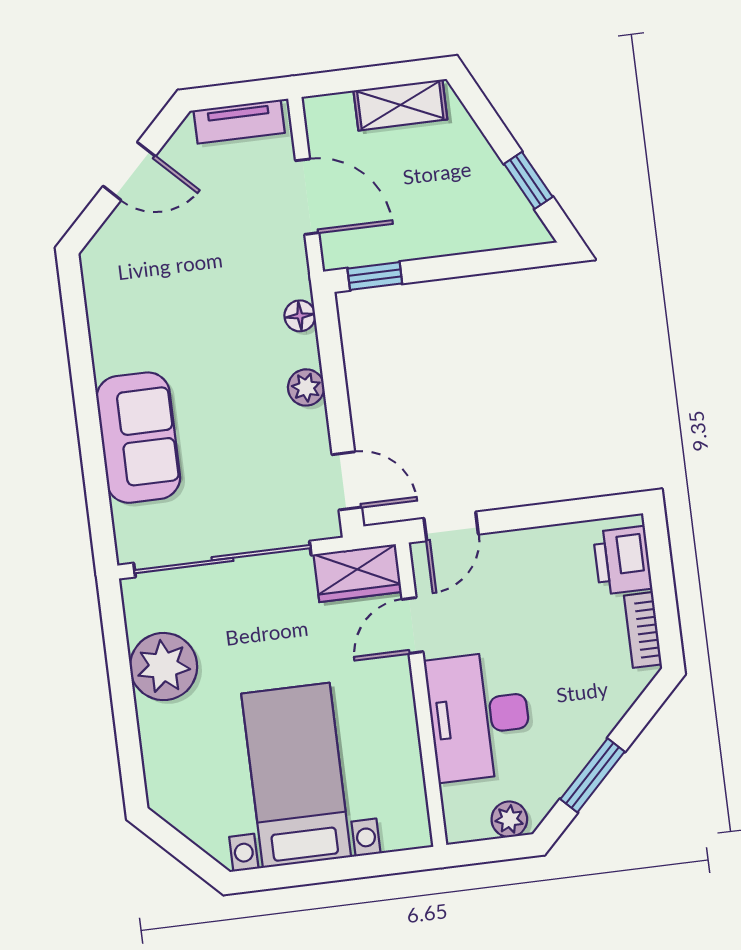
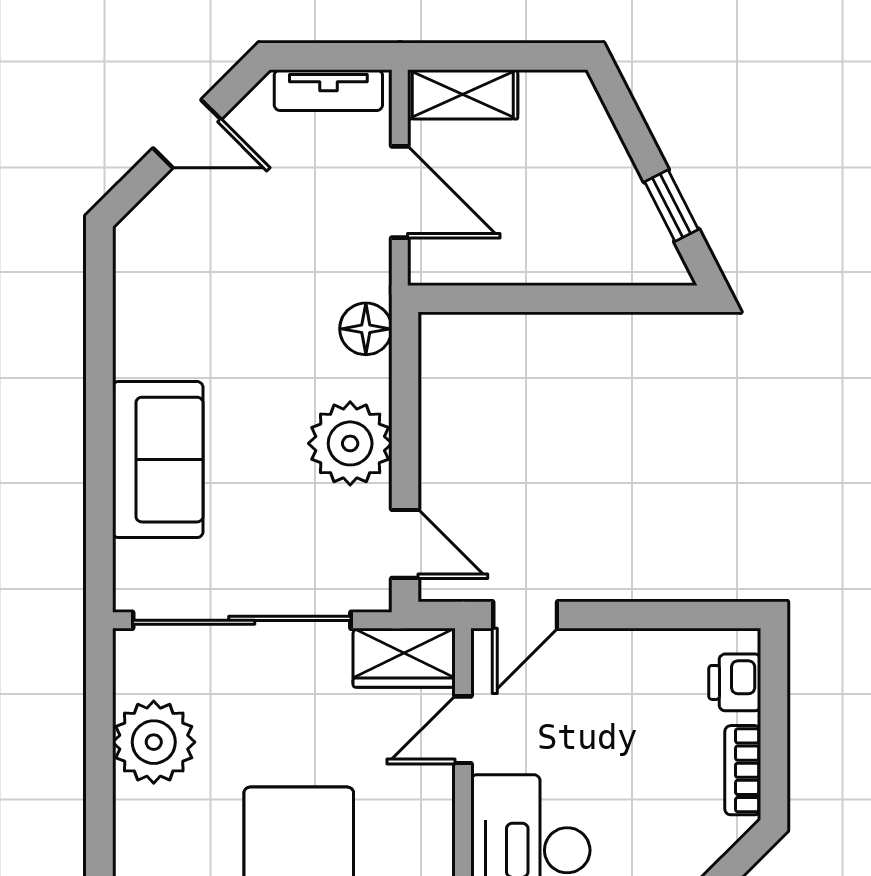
shelving: (400, 105) -> (463, 94), moved
window: (375, 276) -> (470, 299), removed
floor lamp: (300, 316) -> (366, 329), width x1.37, depth x1.37
plant: (306, 387) -> (350, 443), width x1.88, depth x1.88
printer: (623, 560) -> (735, 682), width x0.73, depth x0.81

